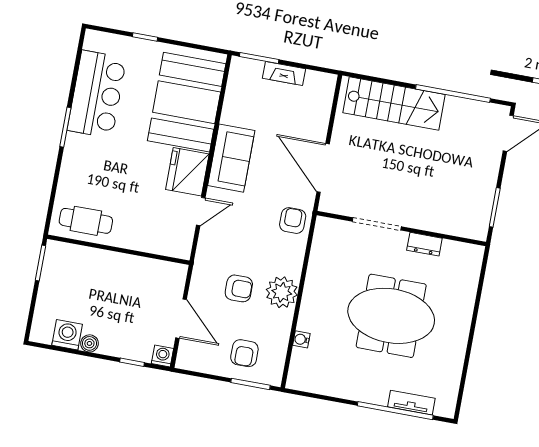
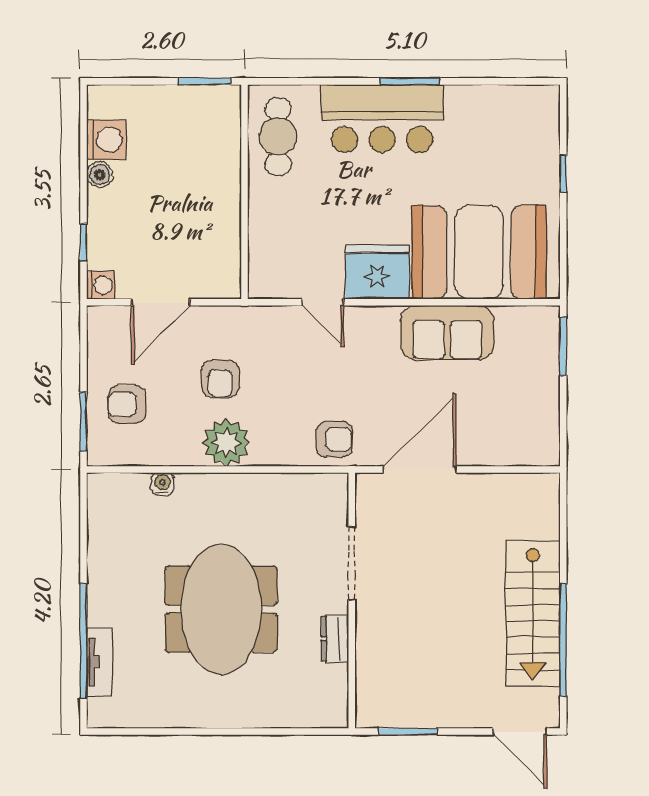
fireplace: (284, 74) -> (547, 387), removed
bar counter: (97, 94) -> (382, 119), moved
stairs: (394, 104) -> (533, 613), moved
sofa: (231, 158) -> (447, 333), moved

